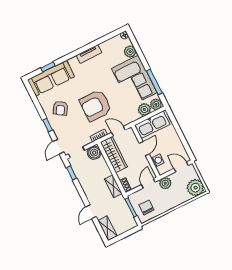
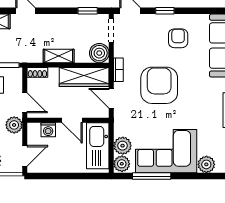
armchair: (61, 108) -> (178, 38), turned 57
door: (118, 131) -> (111, 98), swing flipped
shelving: (113, 186) -> (59, 56), moved

